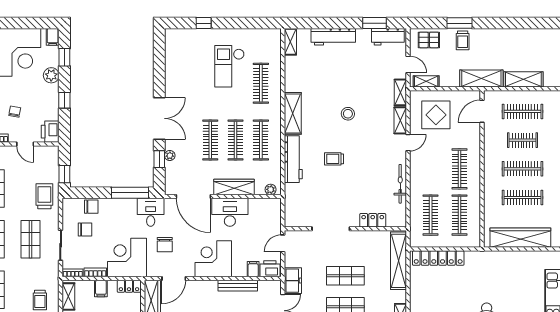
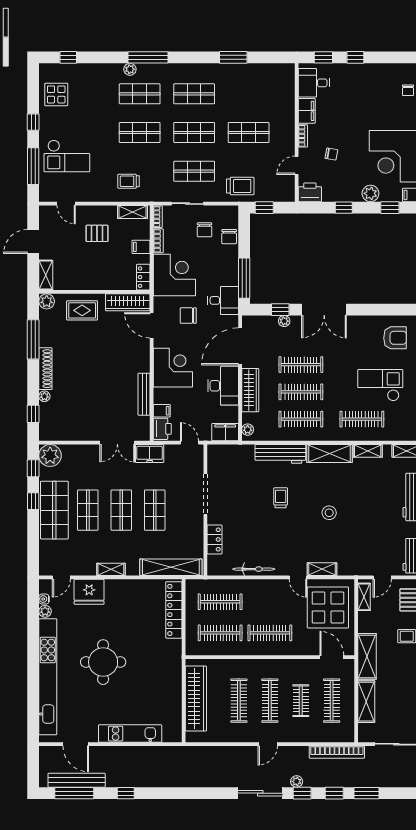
armchair: (185, 53) -> (395, 338), added
shelving: (400, 92) -> (368, 451), moved
display table: (436, 115) -> (328, 607), width x1.36, depth x1.36
filing cabinet: (273, 210) -> (225, 432), added

